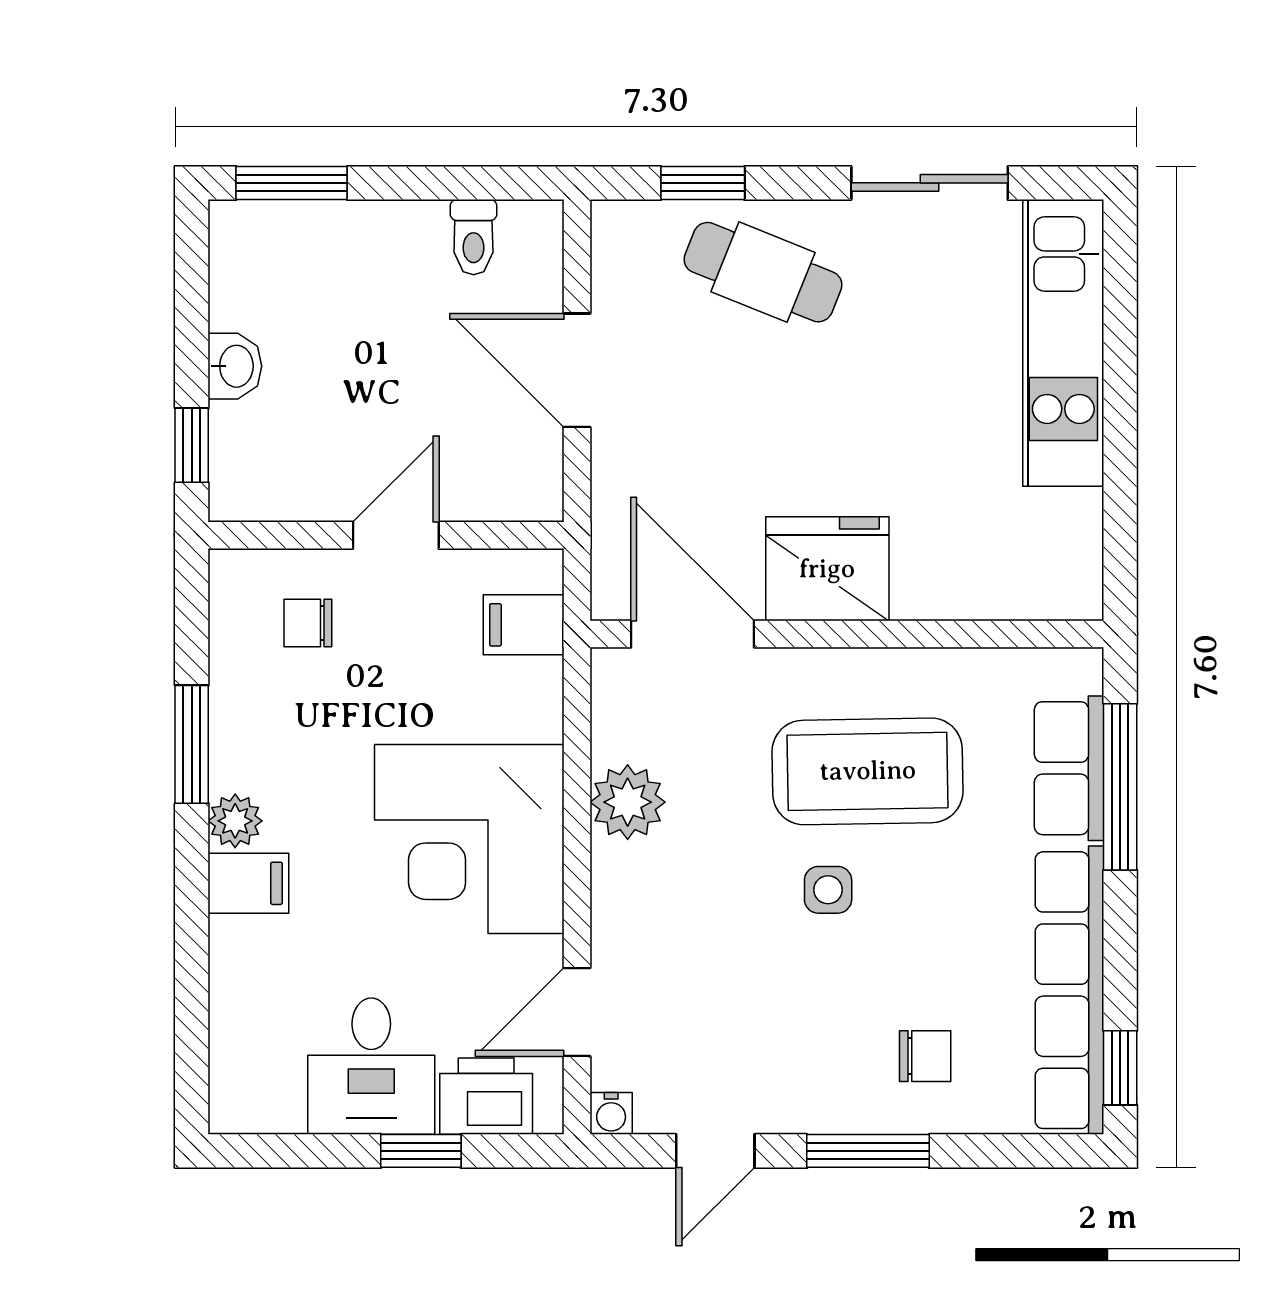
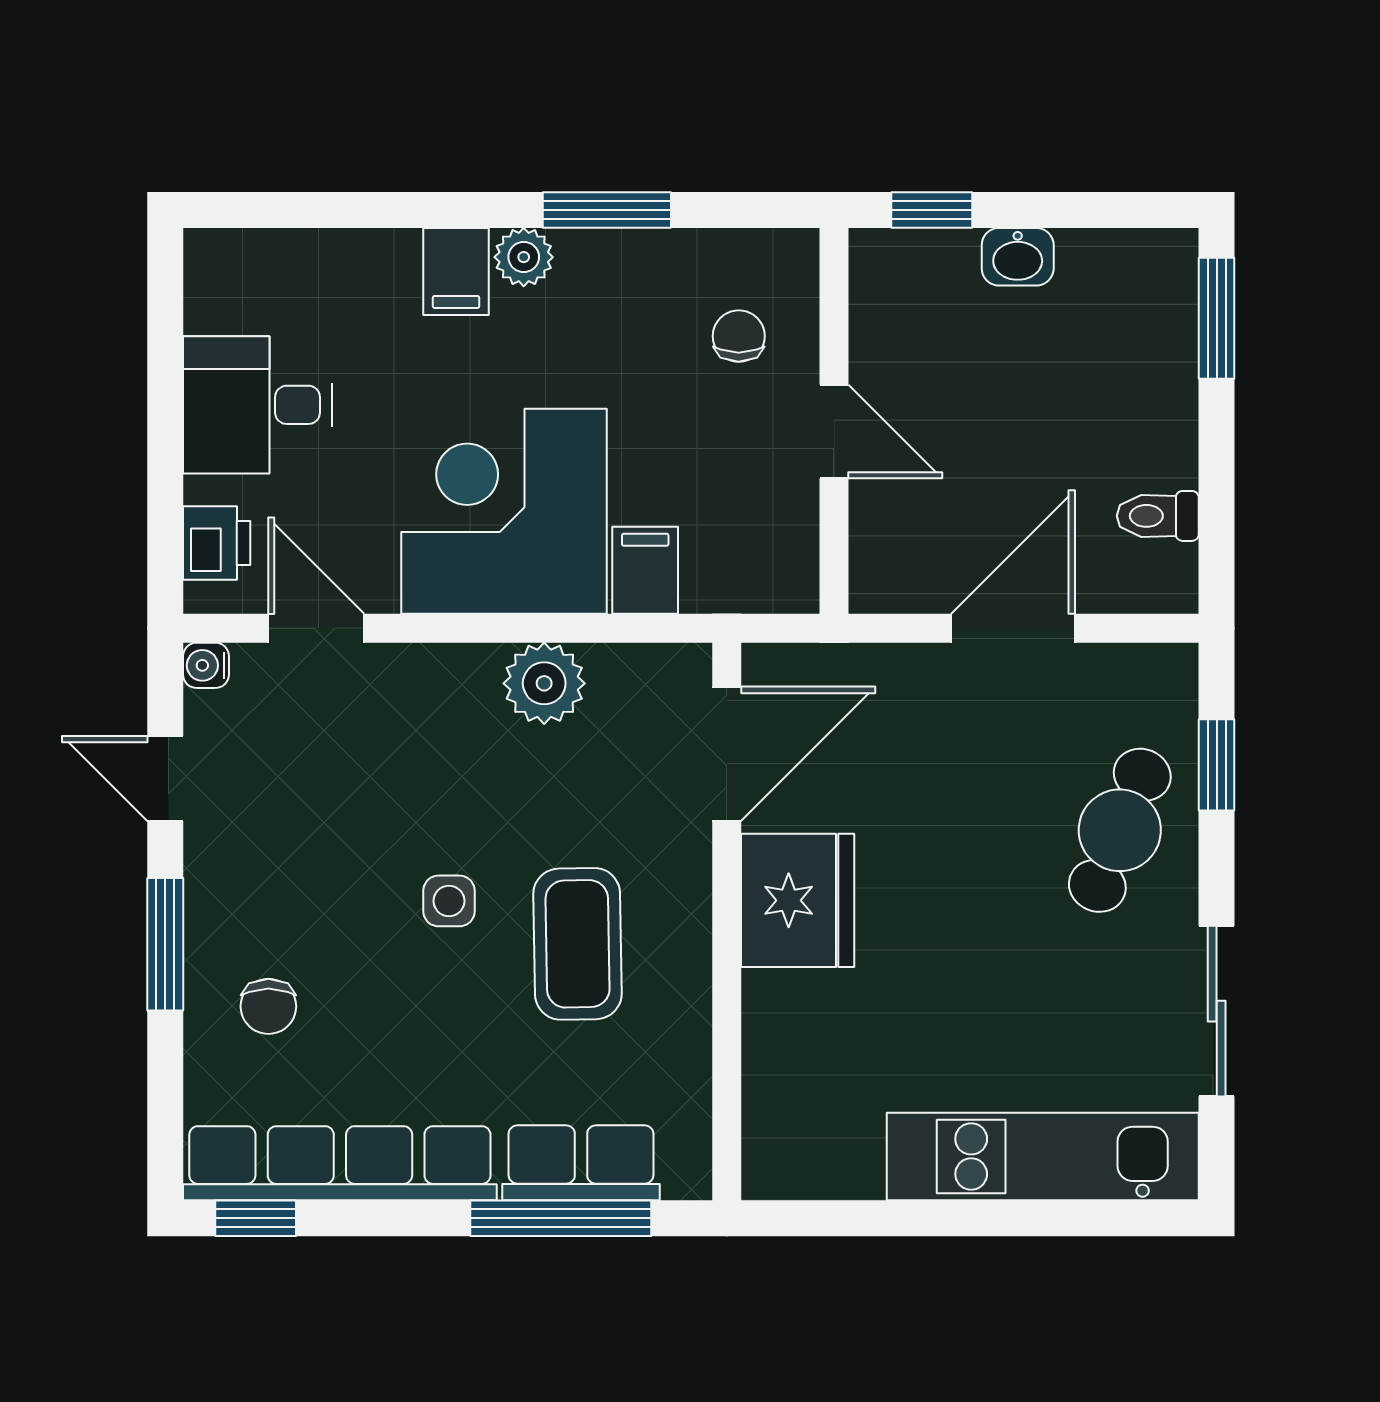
filing cabinet: (524, 625) -> (645, 570), moved
coffee table: (868, 771) -> (578, 944), width x0.73, depth x0.76
printer: (486, 1096) -> (217, 543), width x0.73, depth x0.81
window: (421, 1151) -> (165, 459), removed

